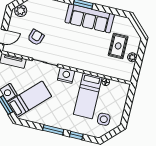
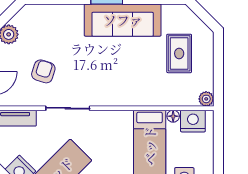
plant: (132, 57) -> (206, 99), moved
nightstand: (66, 75) -> (193, 121), moved

